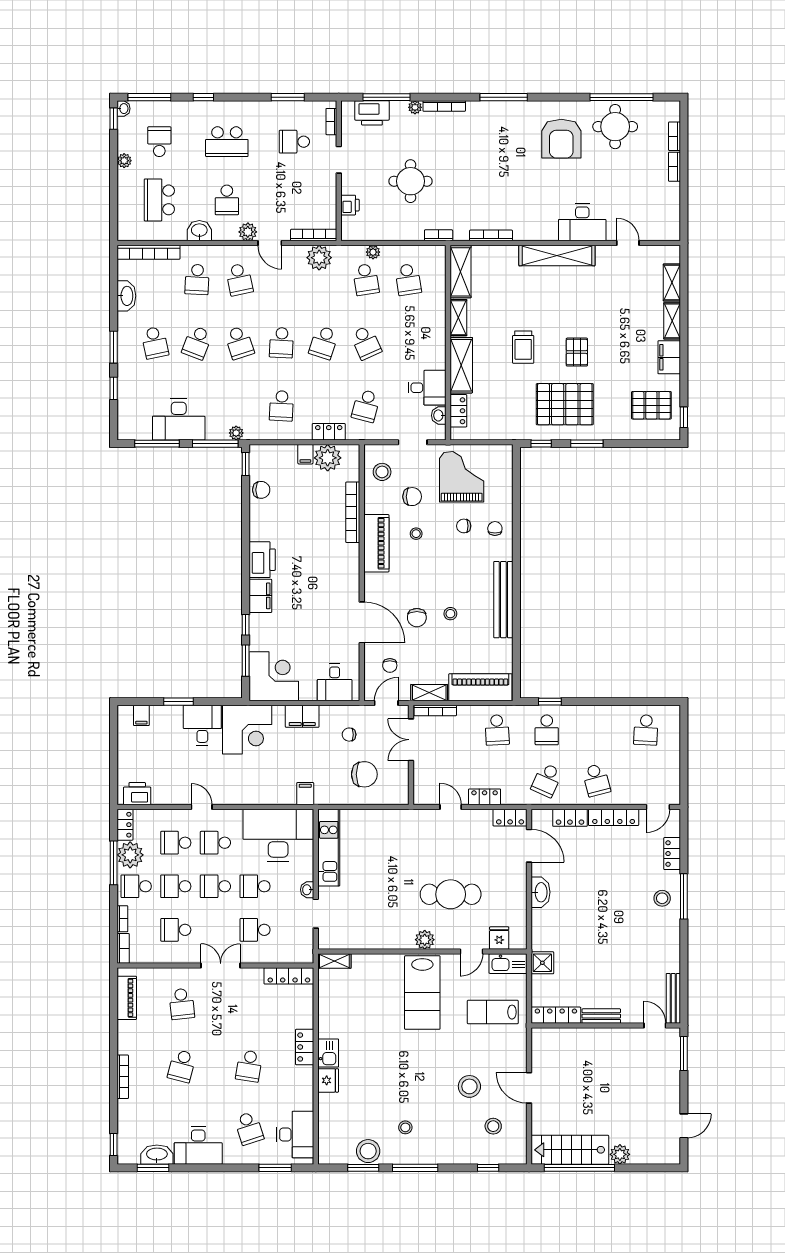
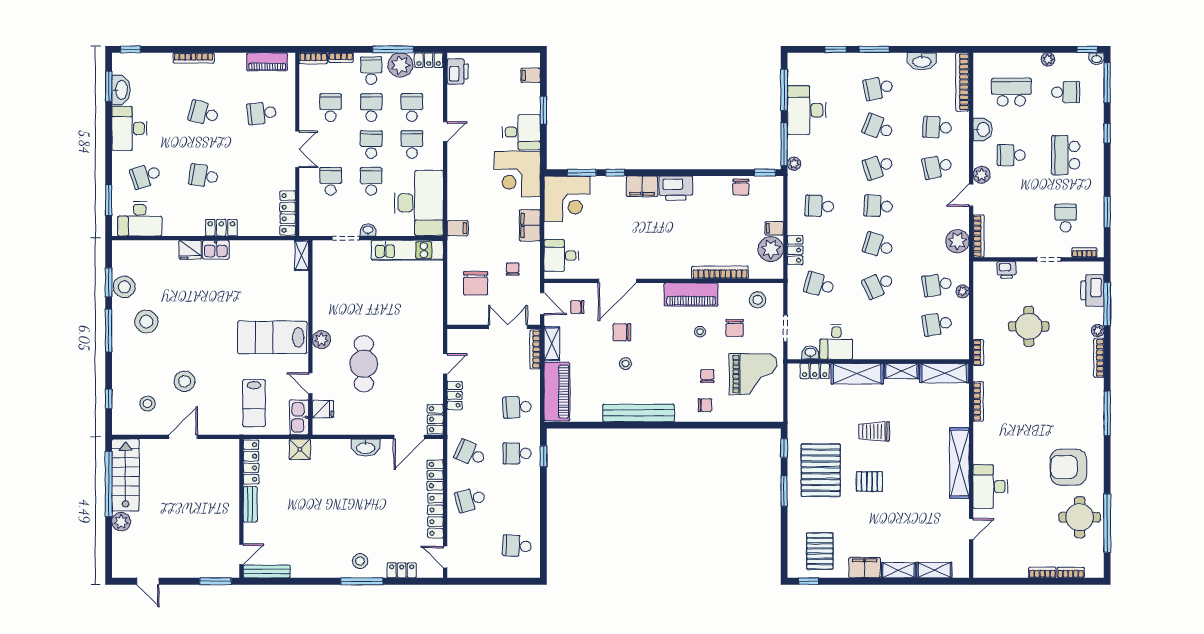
lab bench: (493, 1012) -> (254, 403), turned 180
stool: (405, 1127) -> (146, 322), width x1.89, depth x1.89

